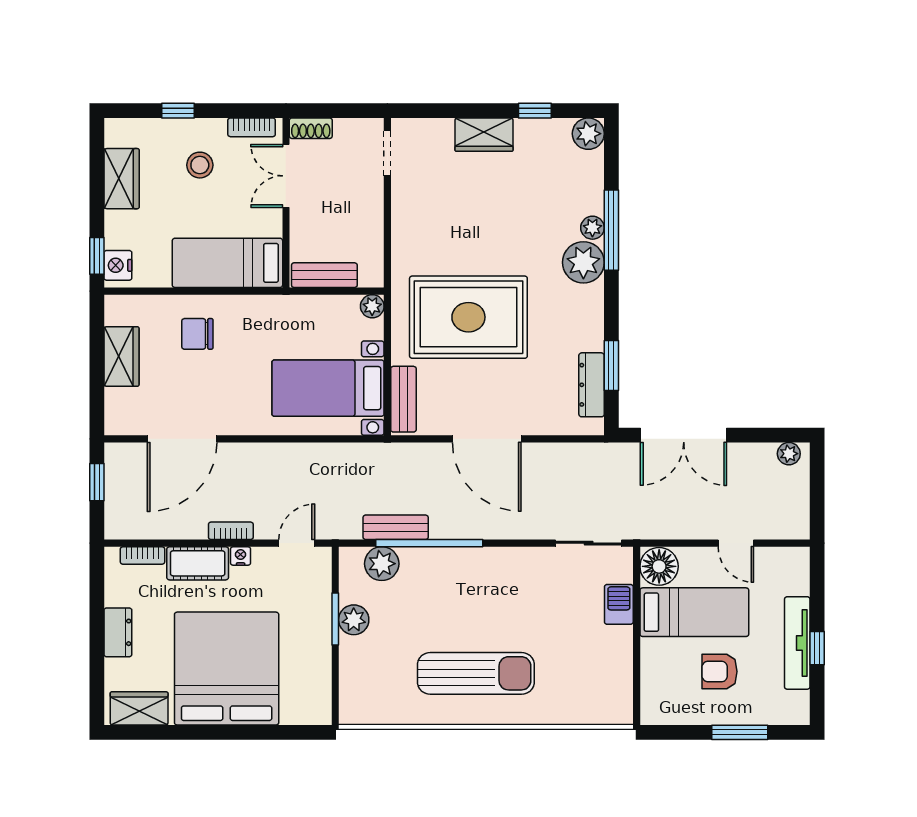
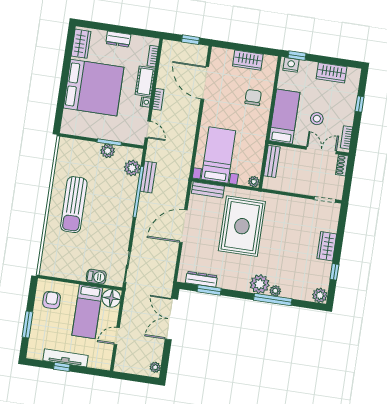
stool: (200, 165) -> (317, 119), moved
armchair: (720, 672) -> (52, 300), moved

